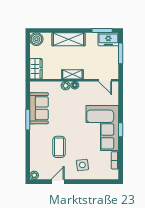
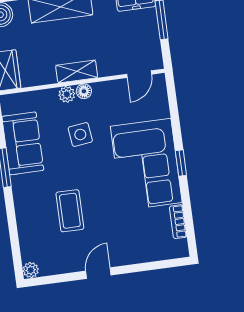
door: (105, 80) -> (139, 74), hinge flipped
side table: (82, 165) -> (80, 134), moved
door: (58, 182) -> (98, 273), moved

